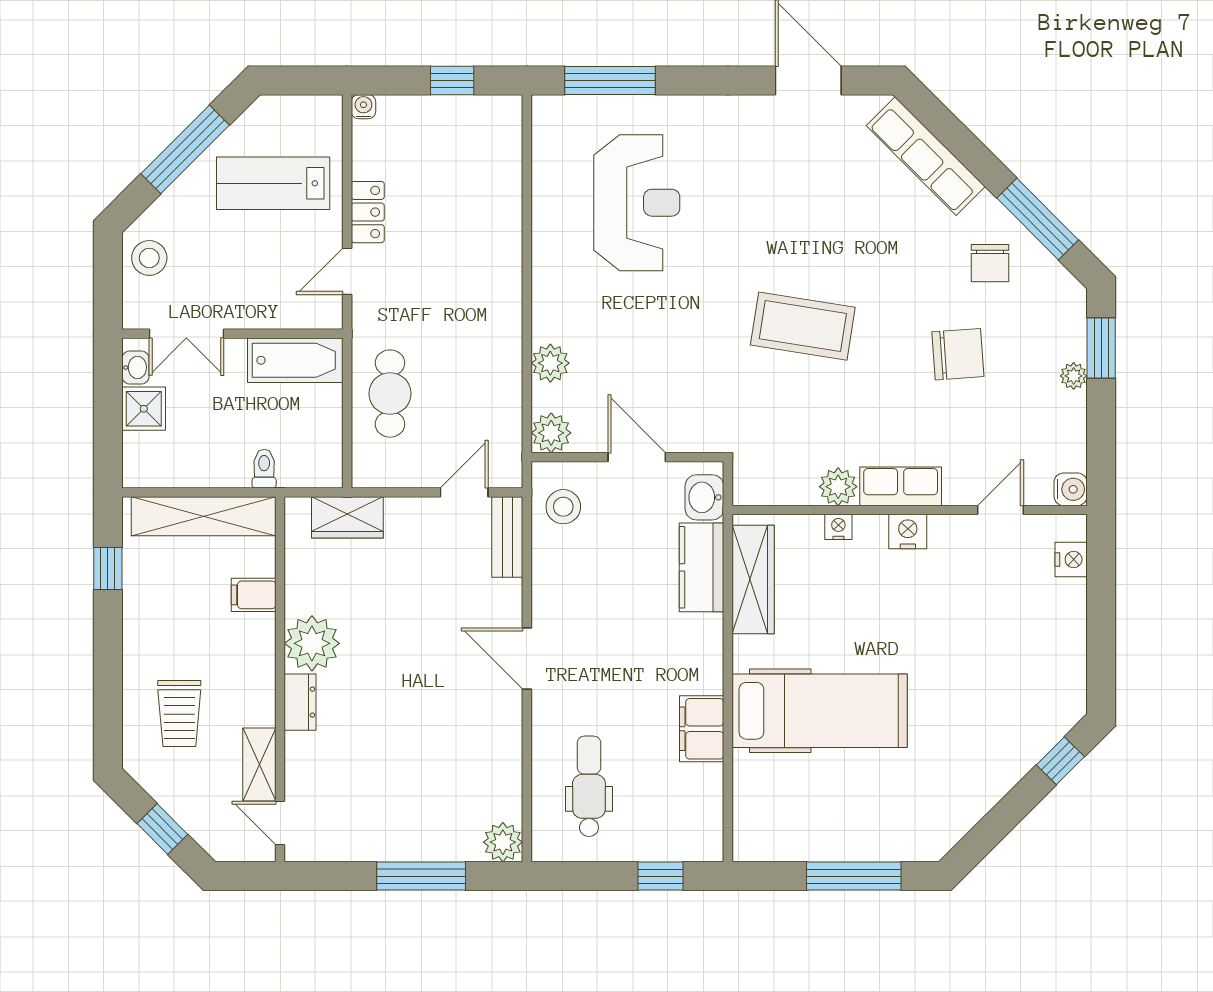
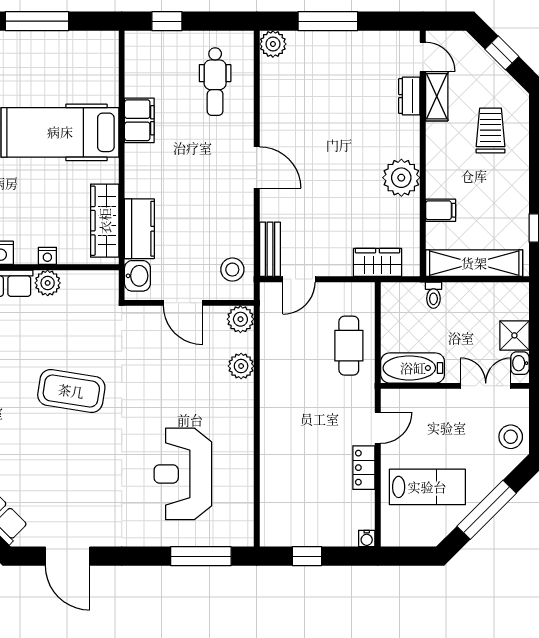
dresser: (300, 702) -> (409, 96), moved

